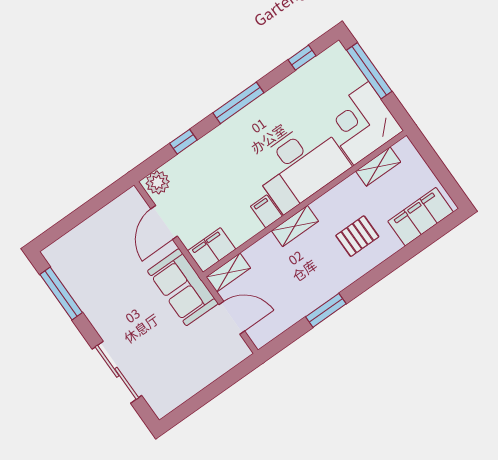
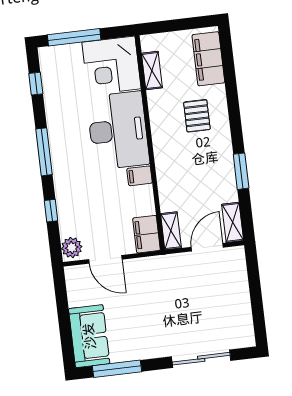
shelving: (295, 226) -> (233, 222), moved
sofa: (183, 287) -> (89, 336), moved, turned -90

